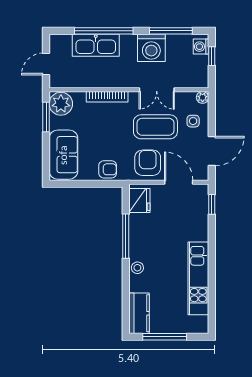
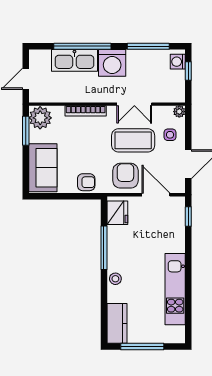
washing machine: (151, 48) -> (112, 63), moved

